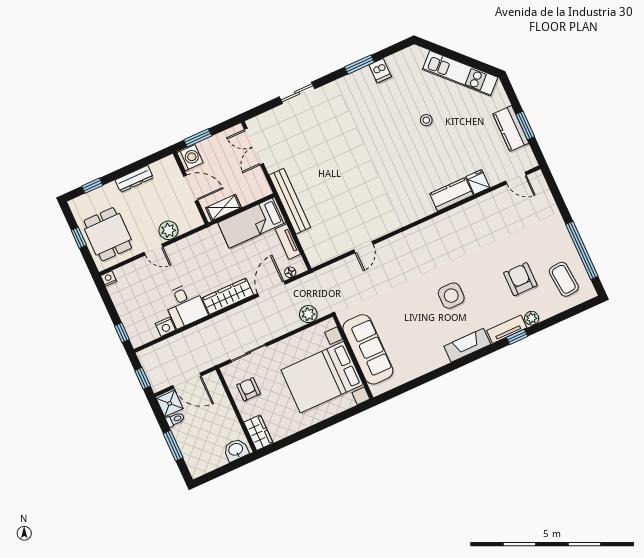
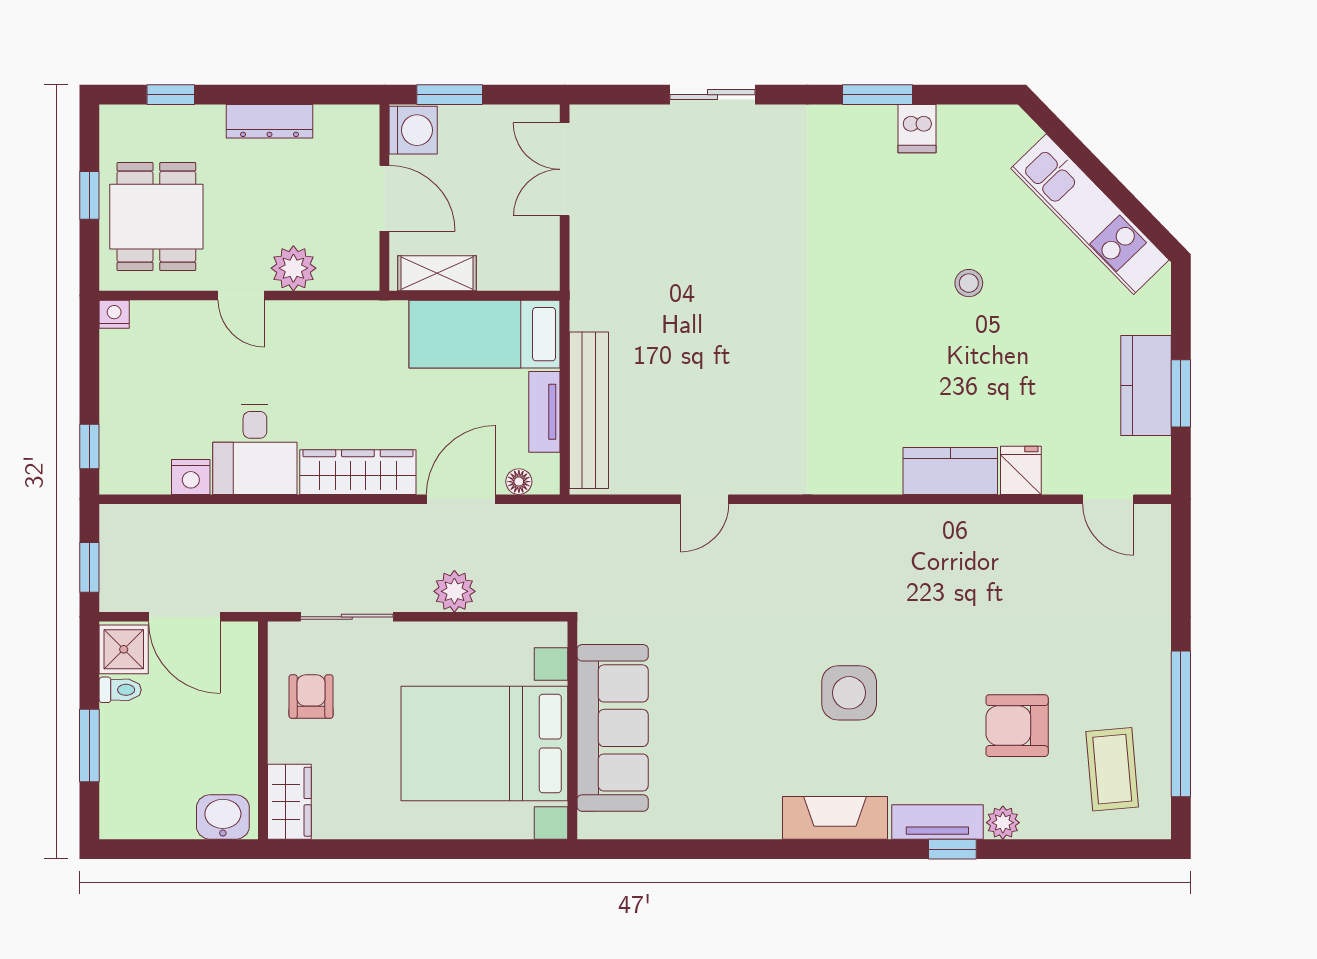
bench: (290, 201) -> (589, 410), moved
armchair: (520, 279) -> (1017, 726), turned -90
plant: (308, 314) -> (454, 591), moved

